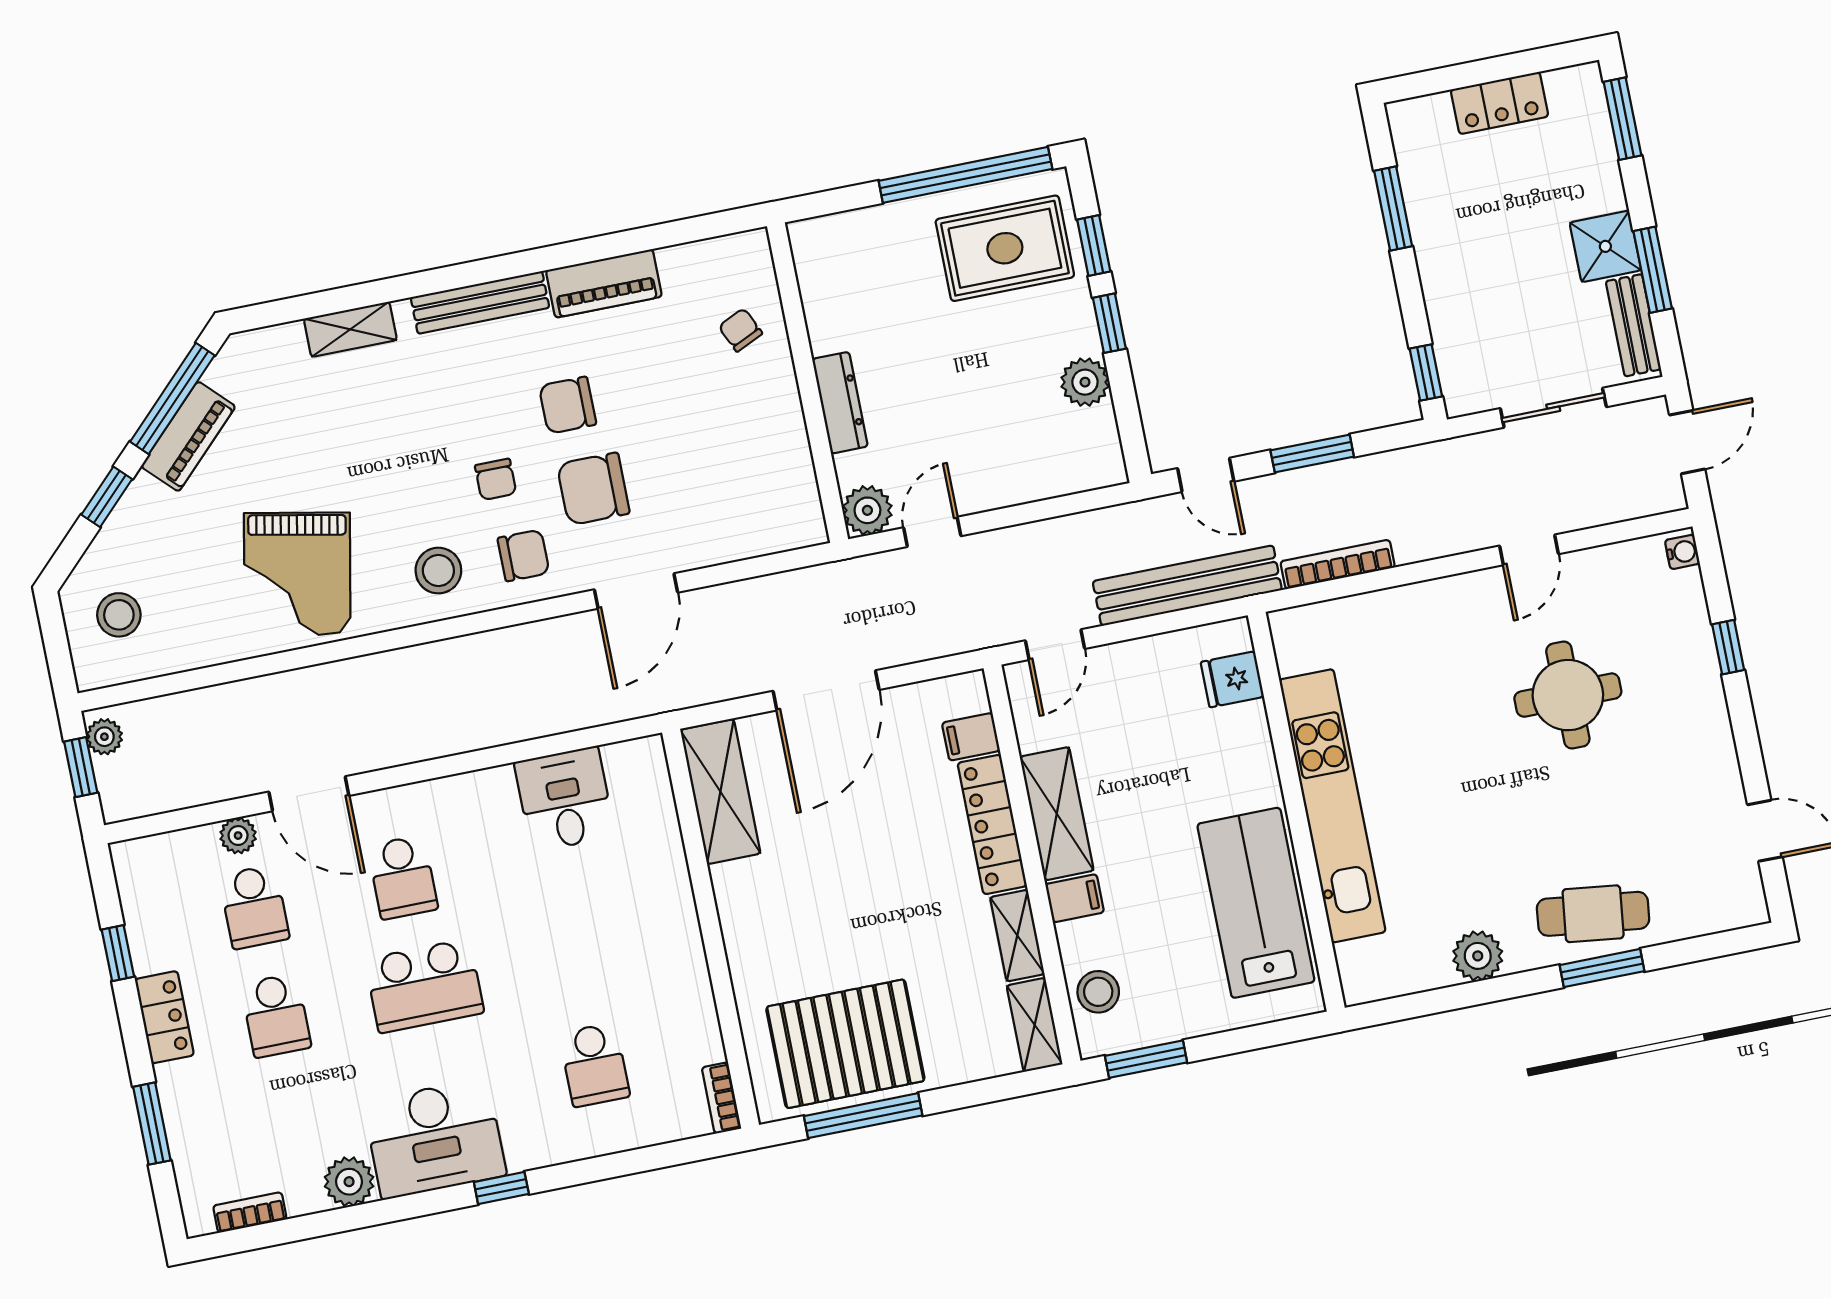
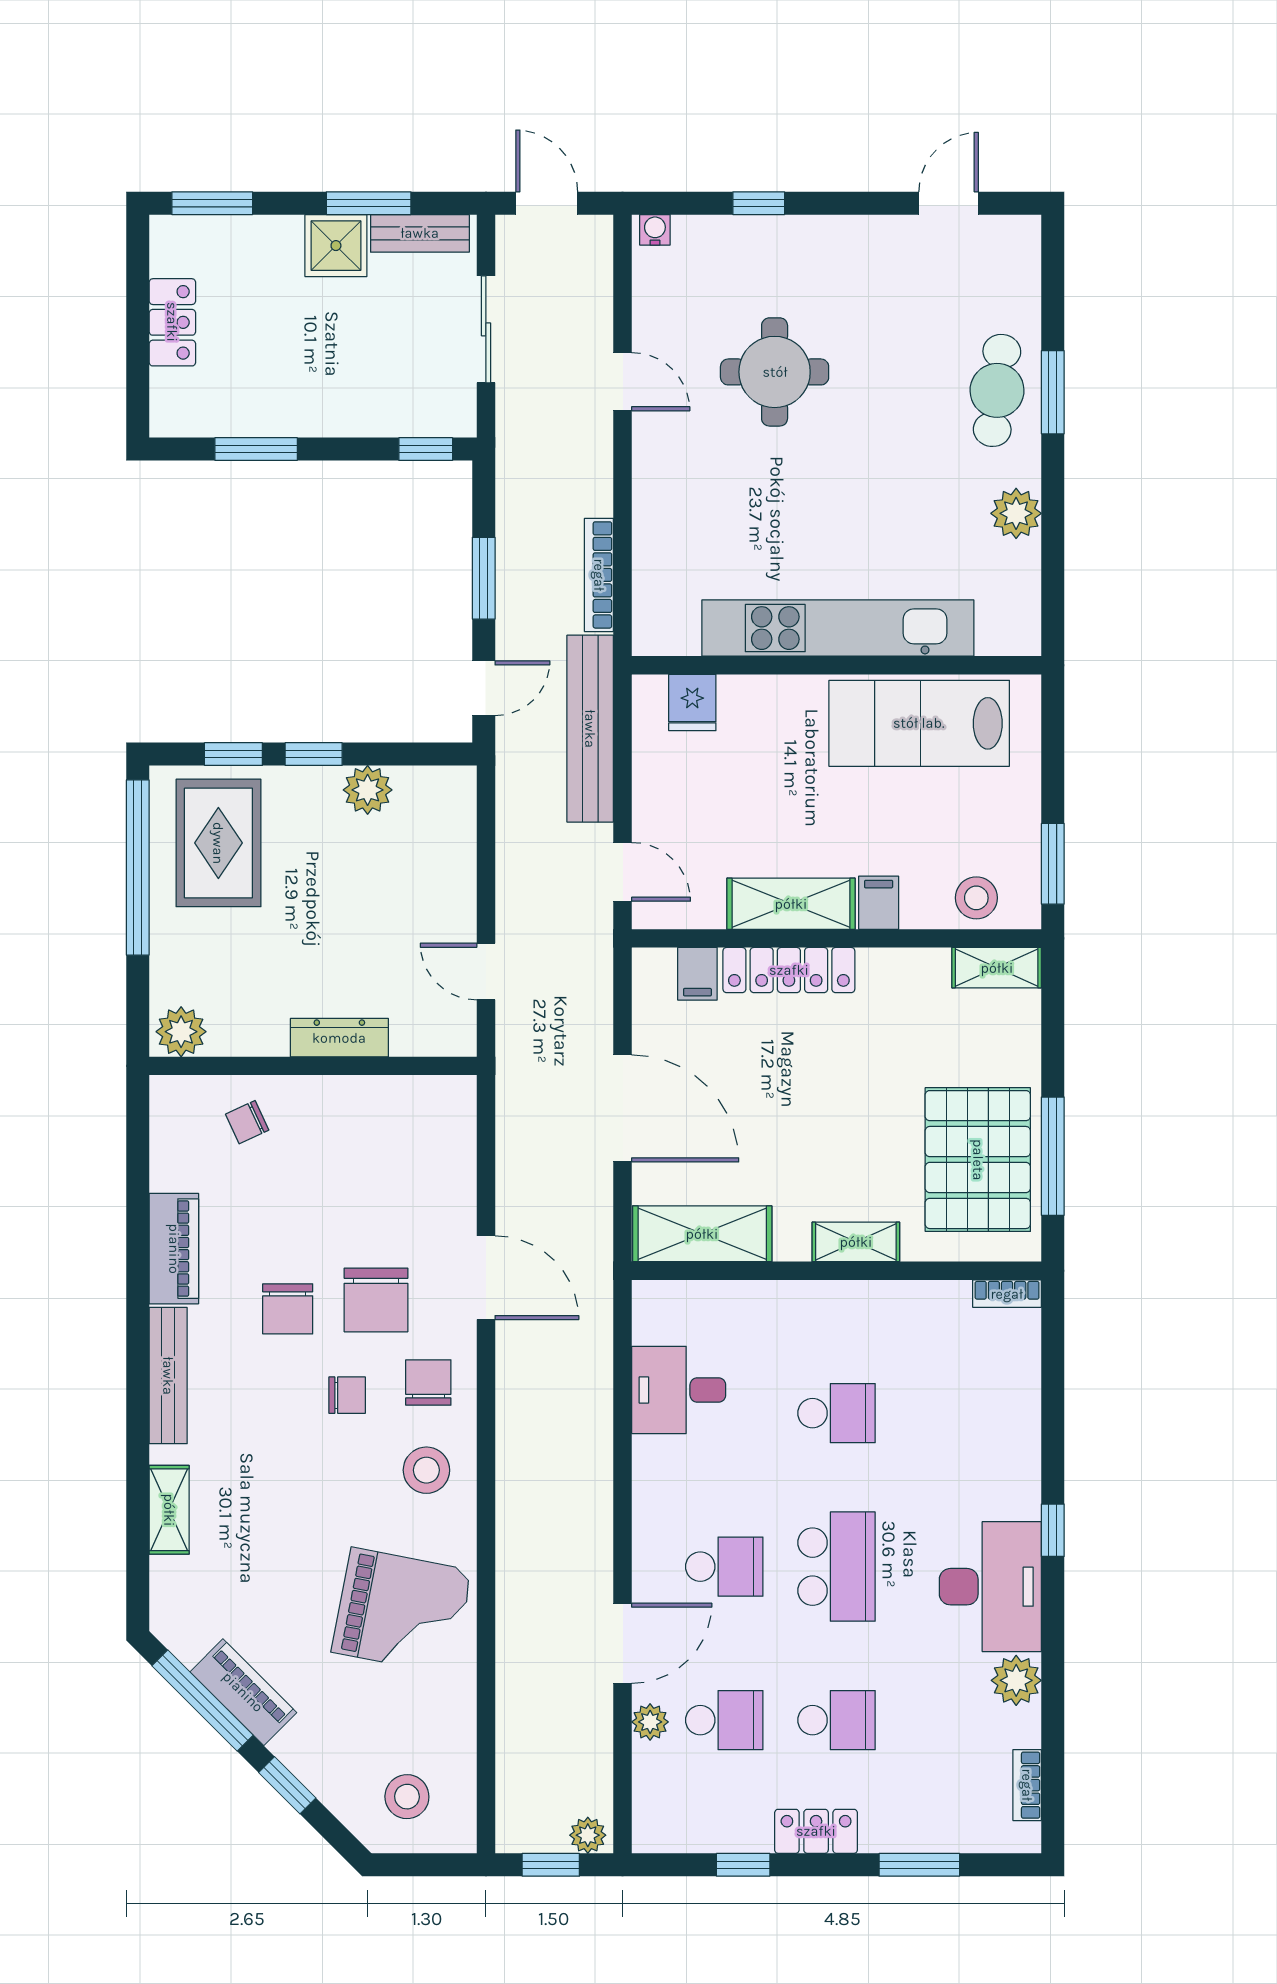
plant: (867, 510) -> (181, 1032), moved
plant: (104, 737) -> (588, 1835), moved
shelving: (1017, 936) -> (856, 1242), moved
school desk: (595, 1065) -> (837, 1413), moved

